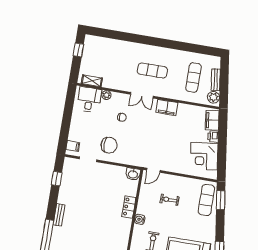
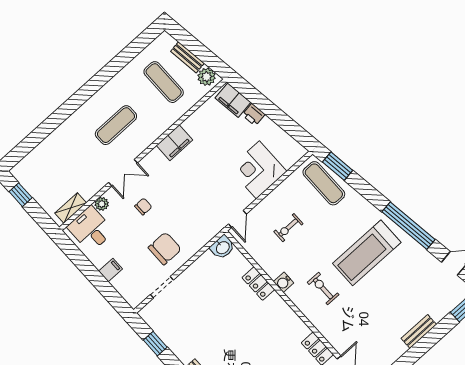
double door: (142, 95) -> (123, 173), moved
filing cabinet: (73, 146) -> (110, 270), moved
corner desk: (204, 156) -> (258, 170), moved, turned 98

